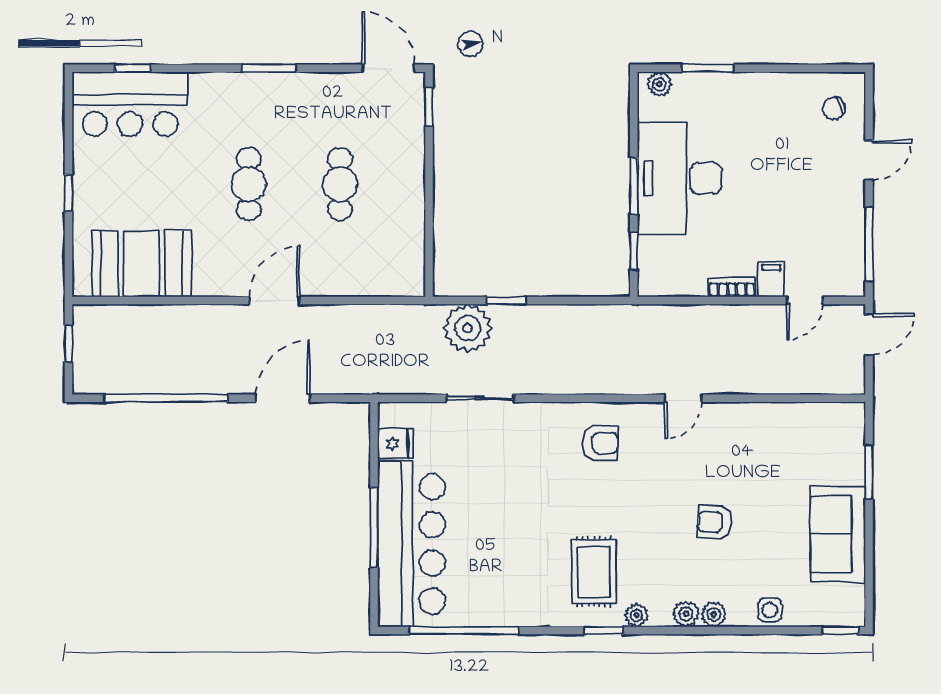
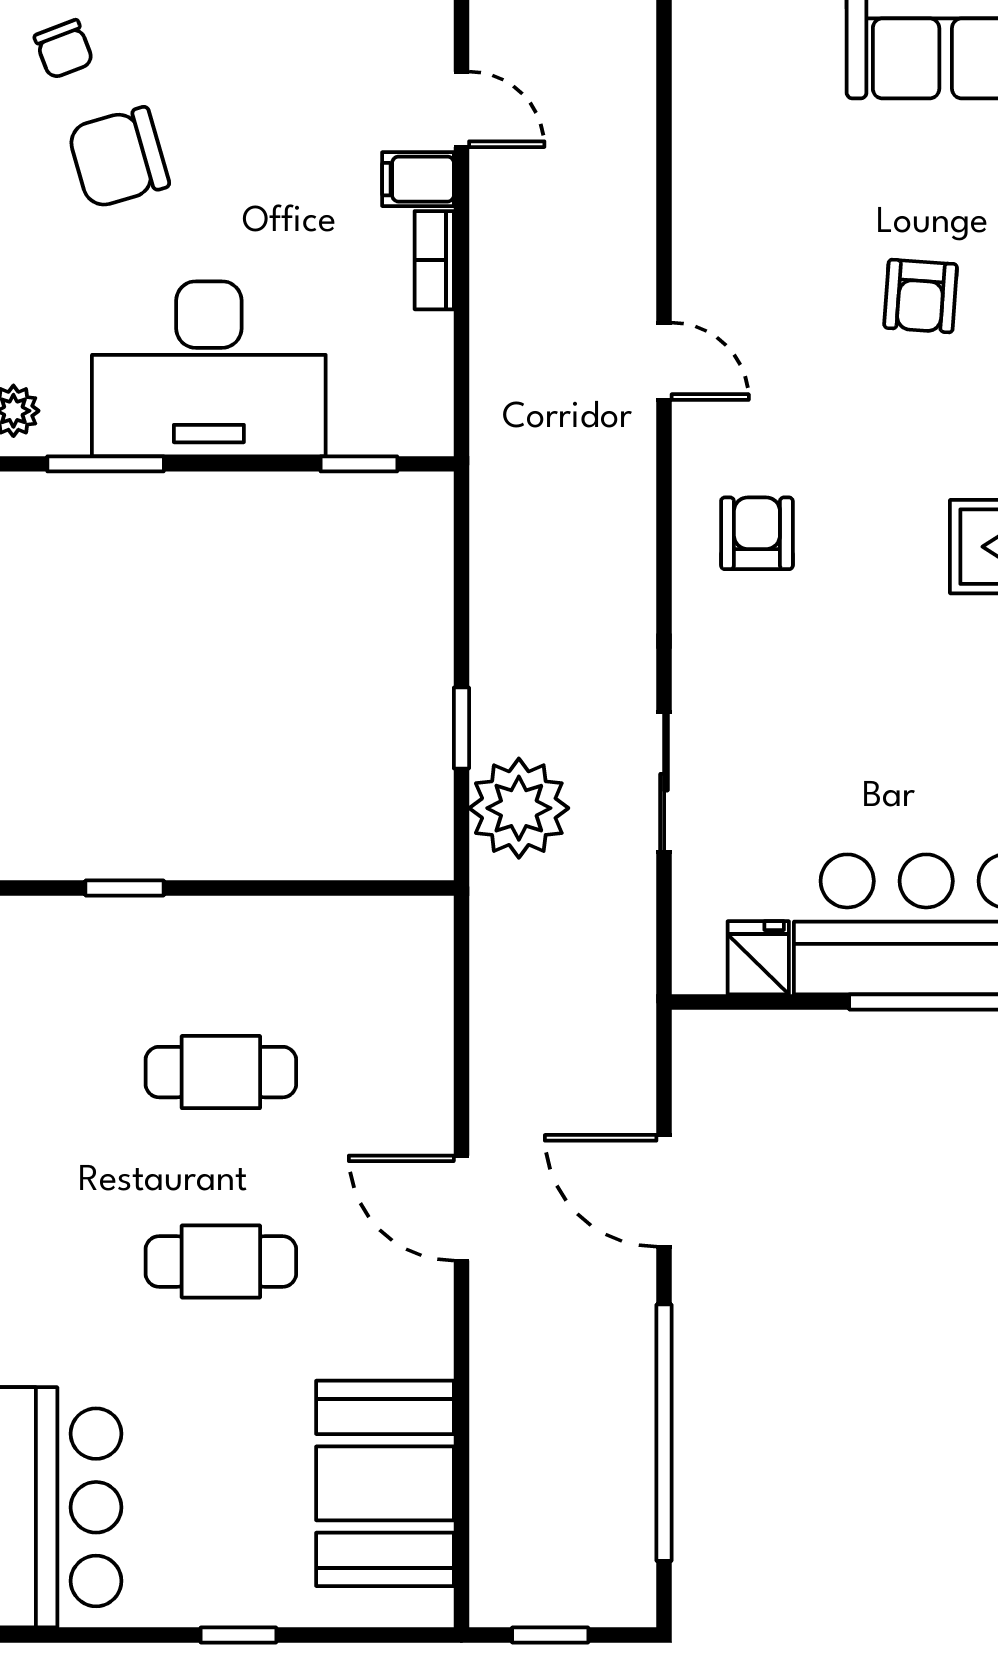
window: (429, 107) -> (125, 888), moved
chair: (782, 135) -> (118, 158), added
window: (634, 186) -> (106, 464), moved

